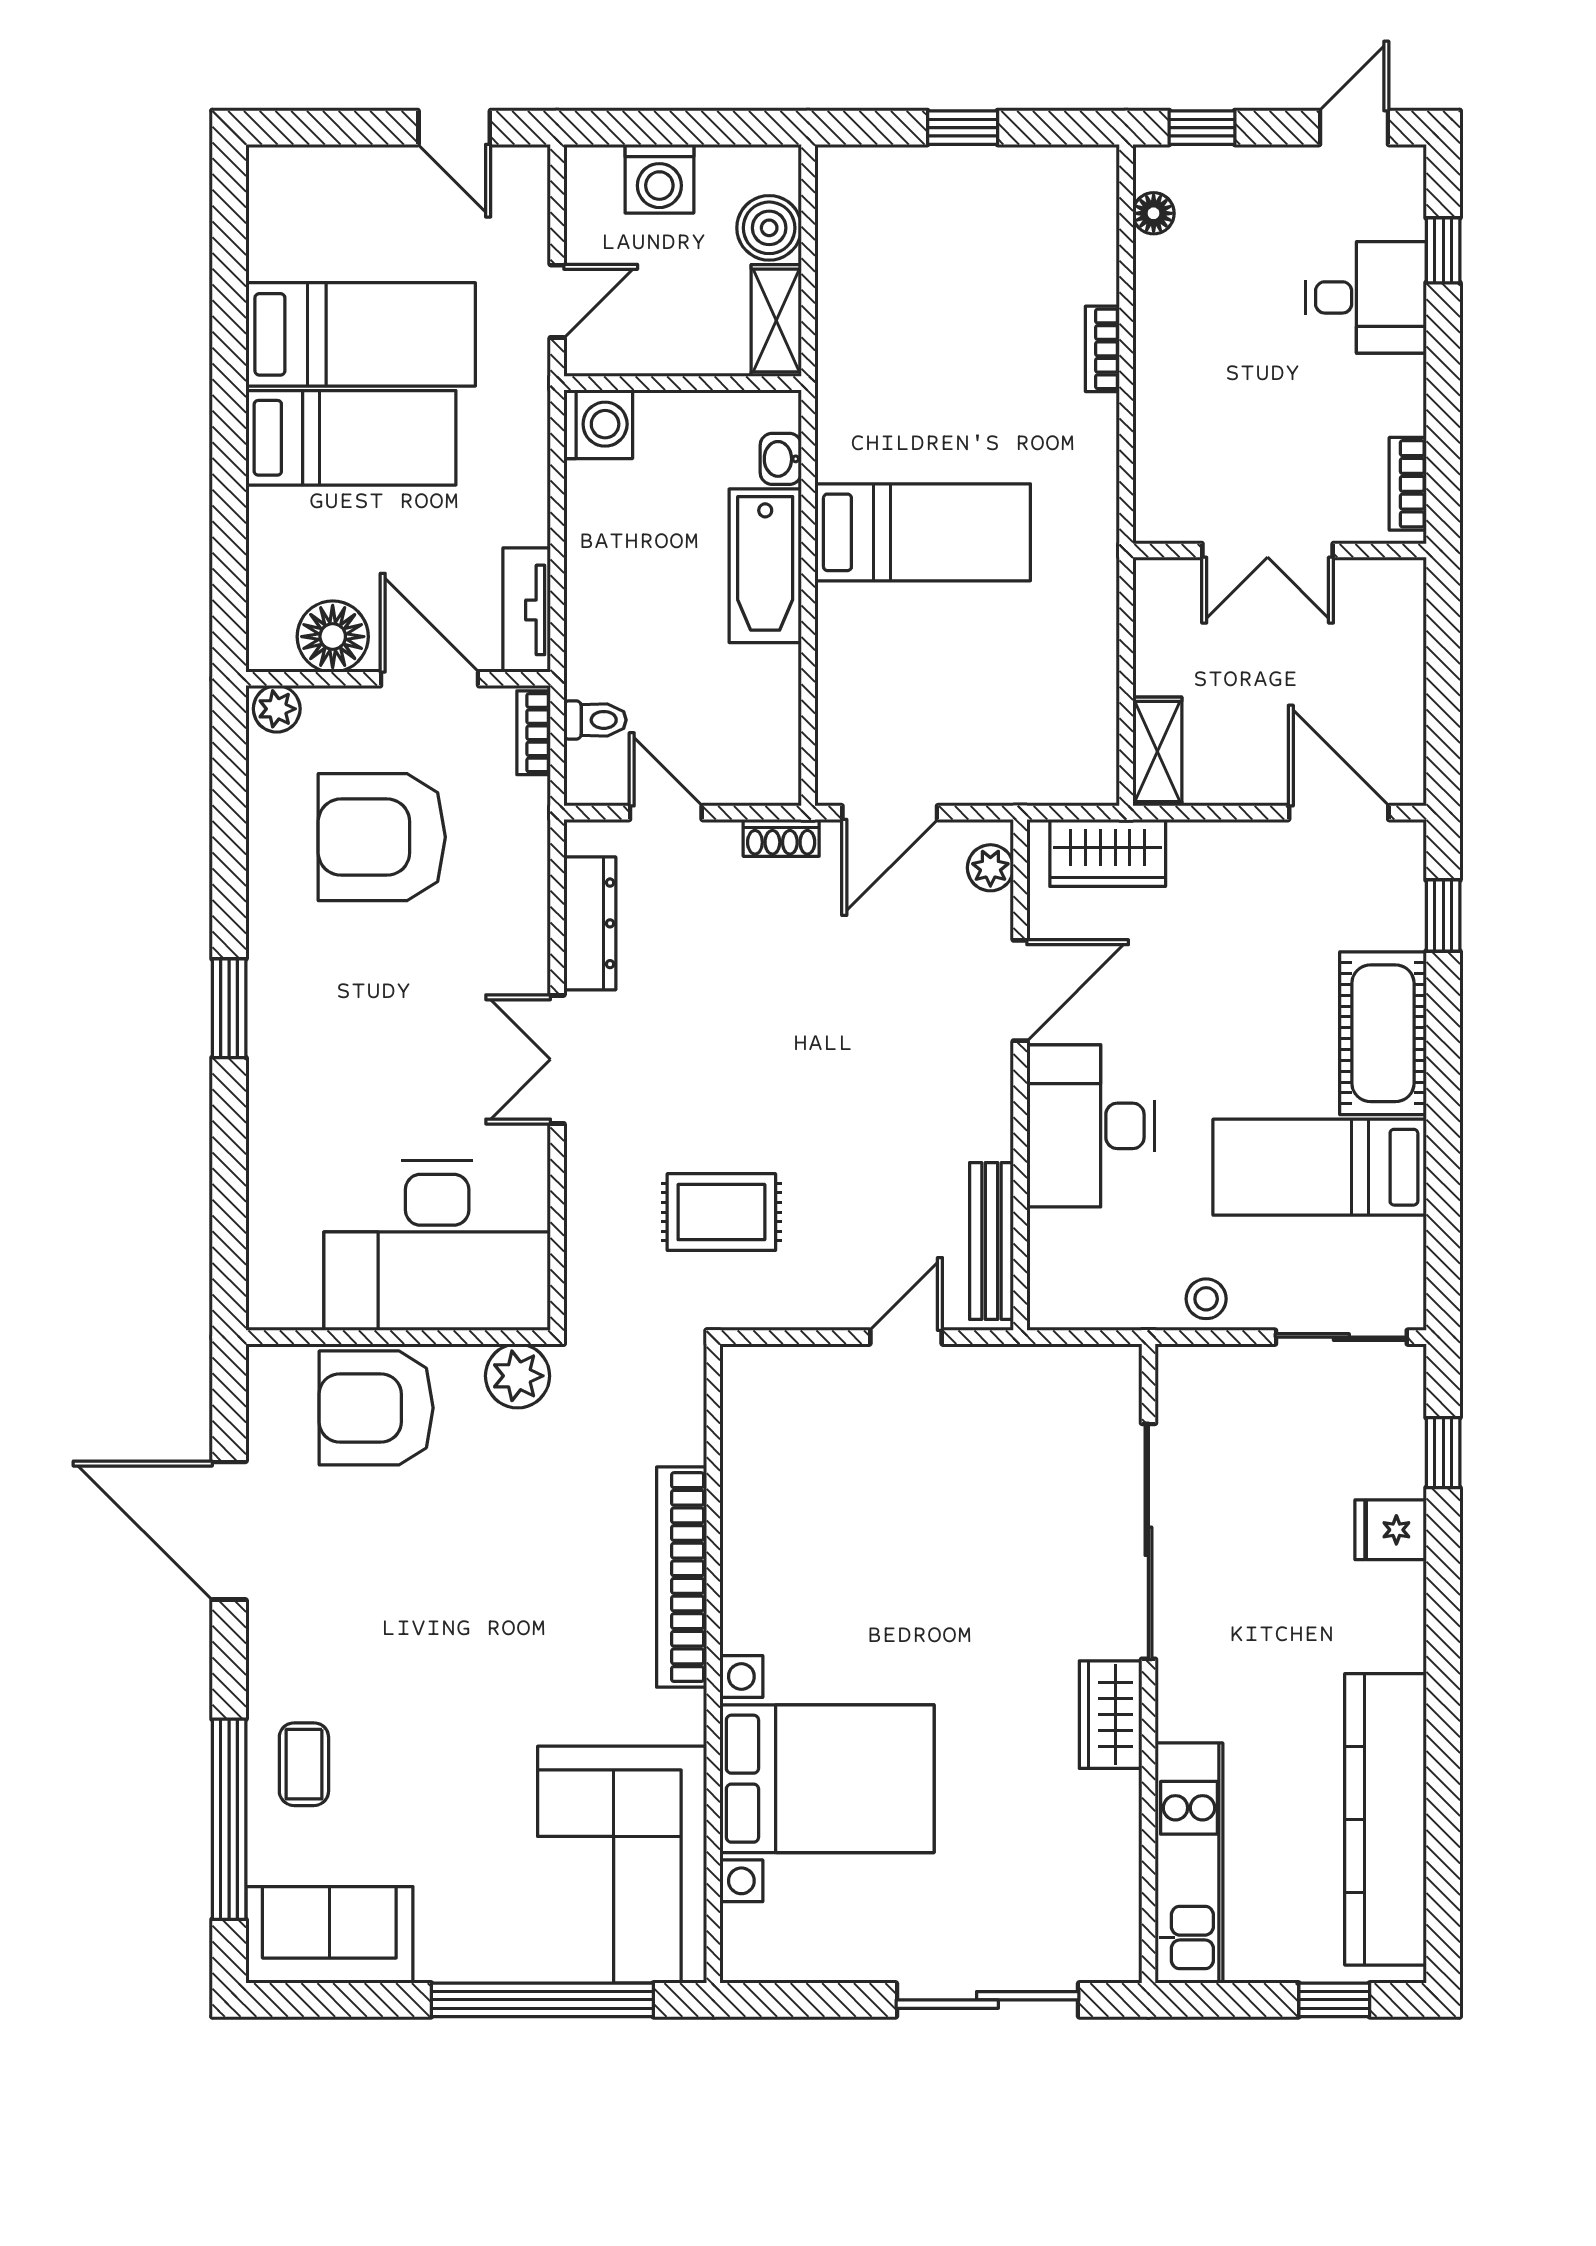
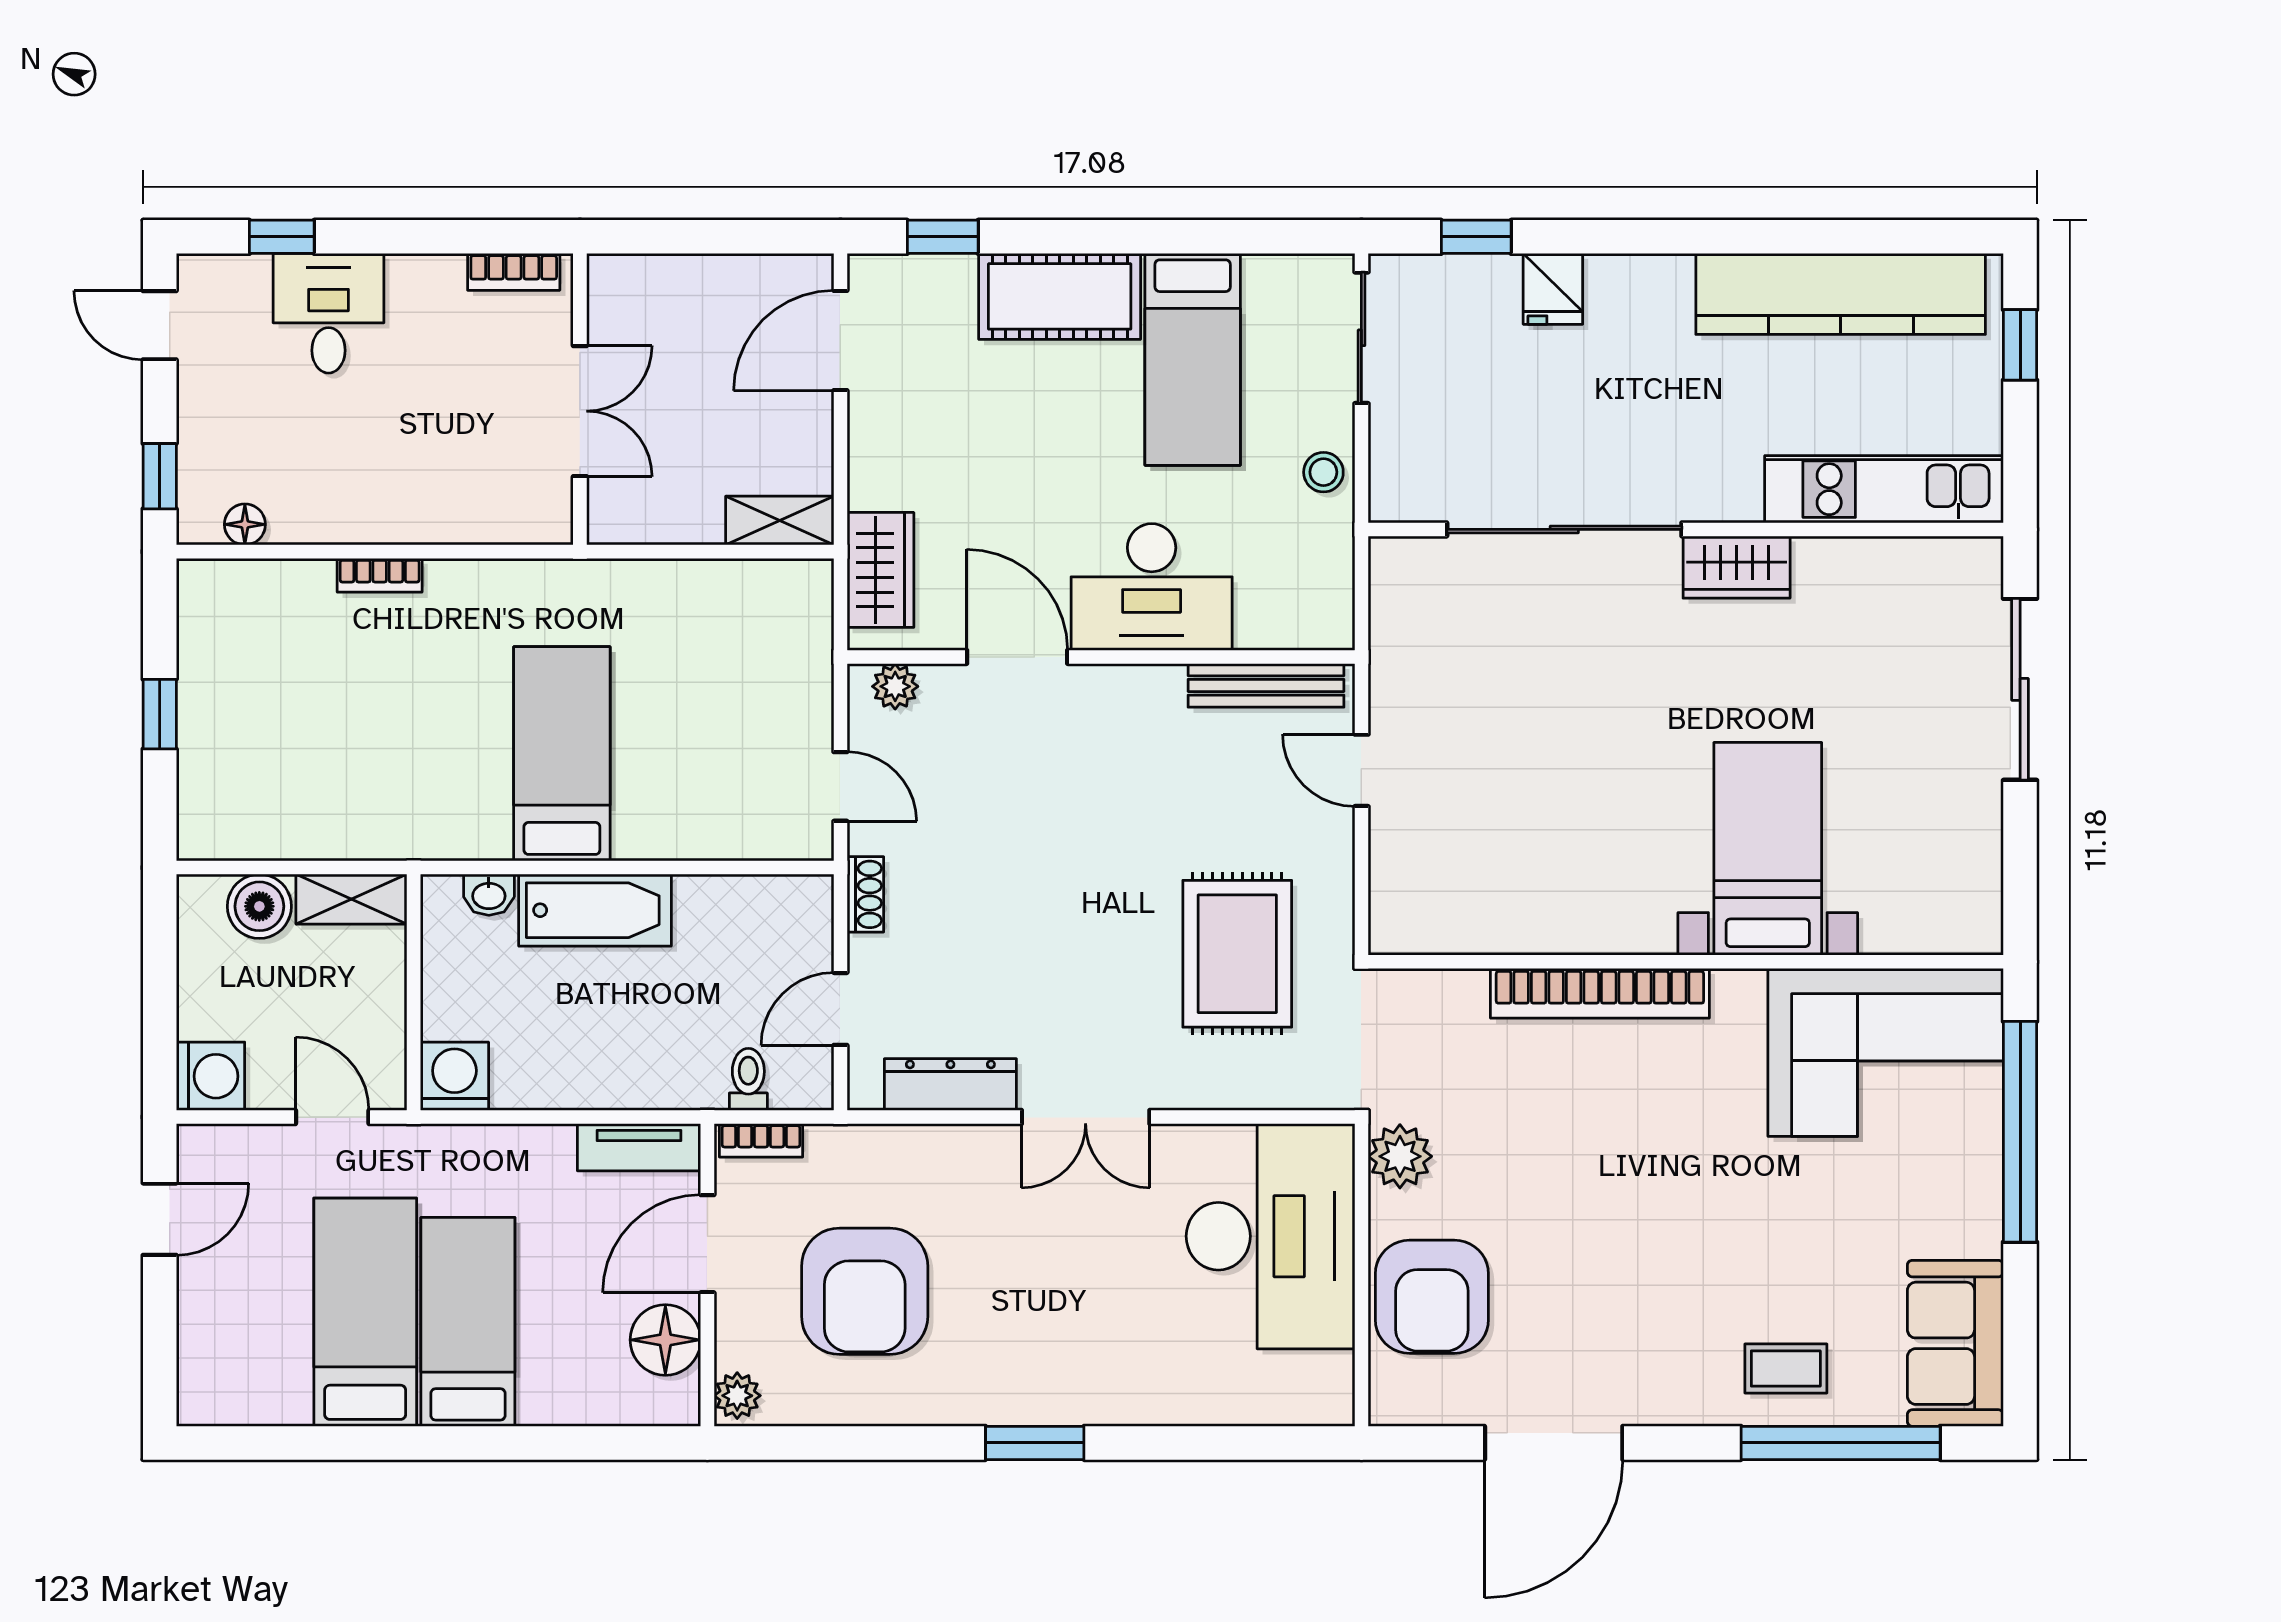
washing machine: (659, 179) -> (211, 1076), moved
door: (890, 813) -> (840, 786), width x0.73
rug: (721, 1212) -> (1237, 954), width x1.36, depth x1.43
bed with nightstands: (827, 1779) -> (1768, 849), width x0.73

